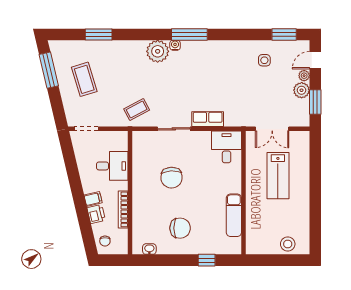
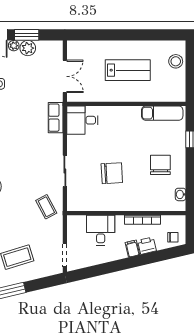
window: (315, 102) -> (27, 35), moved
row of seats: (208, 119) -> (56, 118), moved
lab bench: (278, 176) -> (128, 70), moved
exam couch: (234, 215) -> (162, 113), moved

